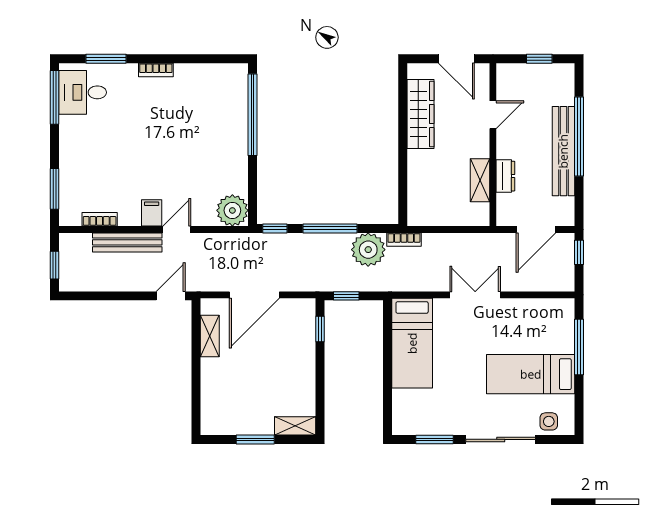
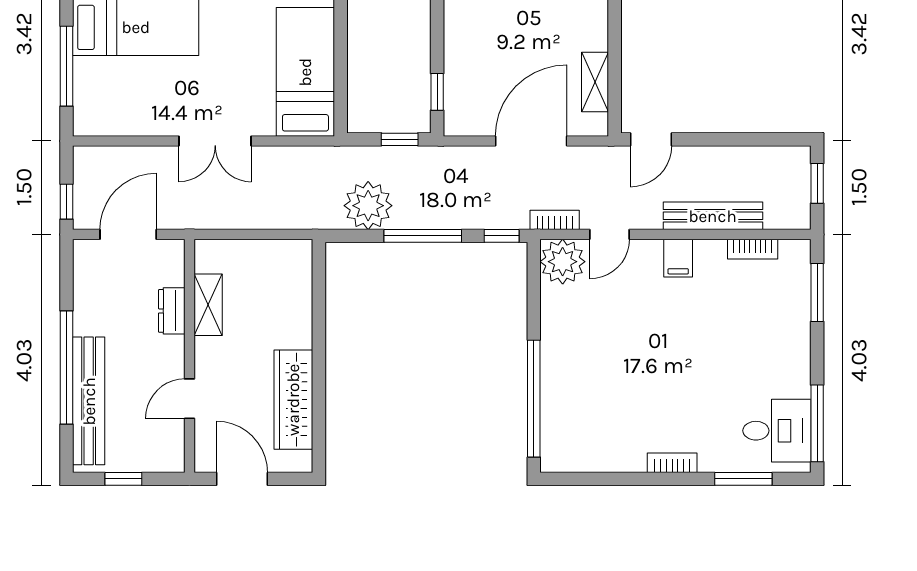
bench: (563, 151) -> (89, 401), moved
door: (177, 229) -> (609, 234), moved
bookcase: (404, 240) -> (555, 220), moved

